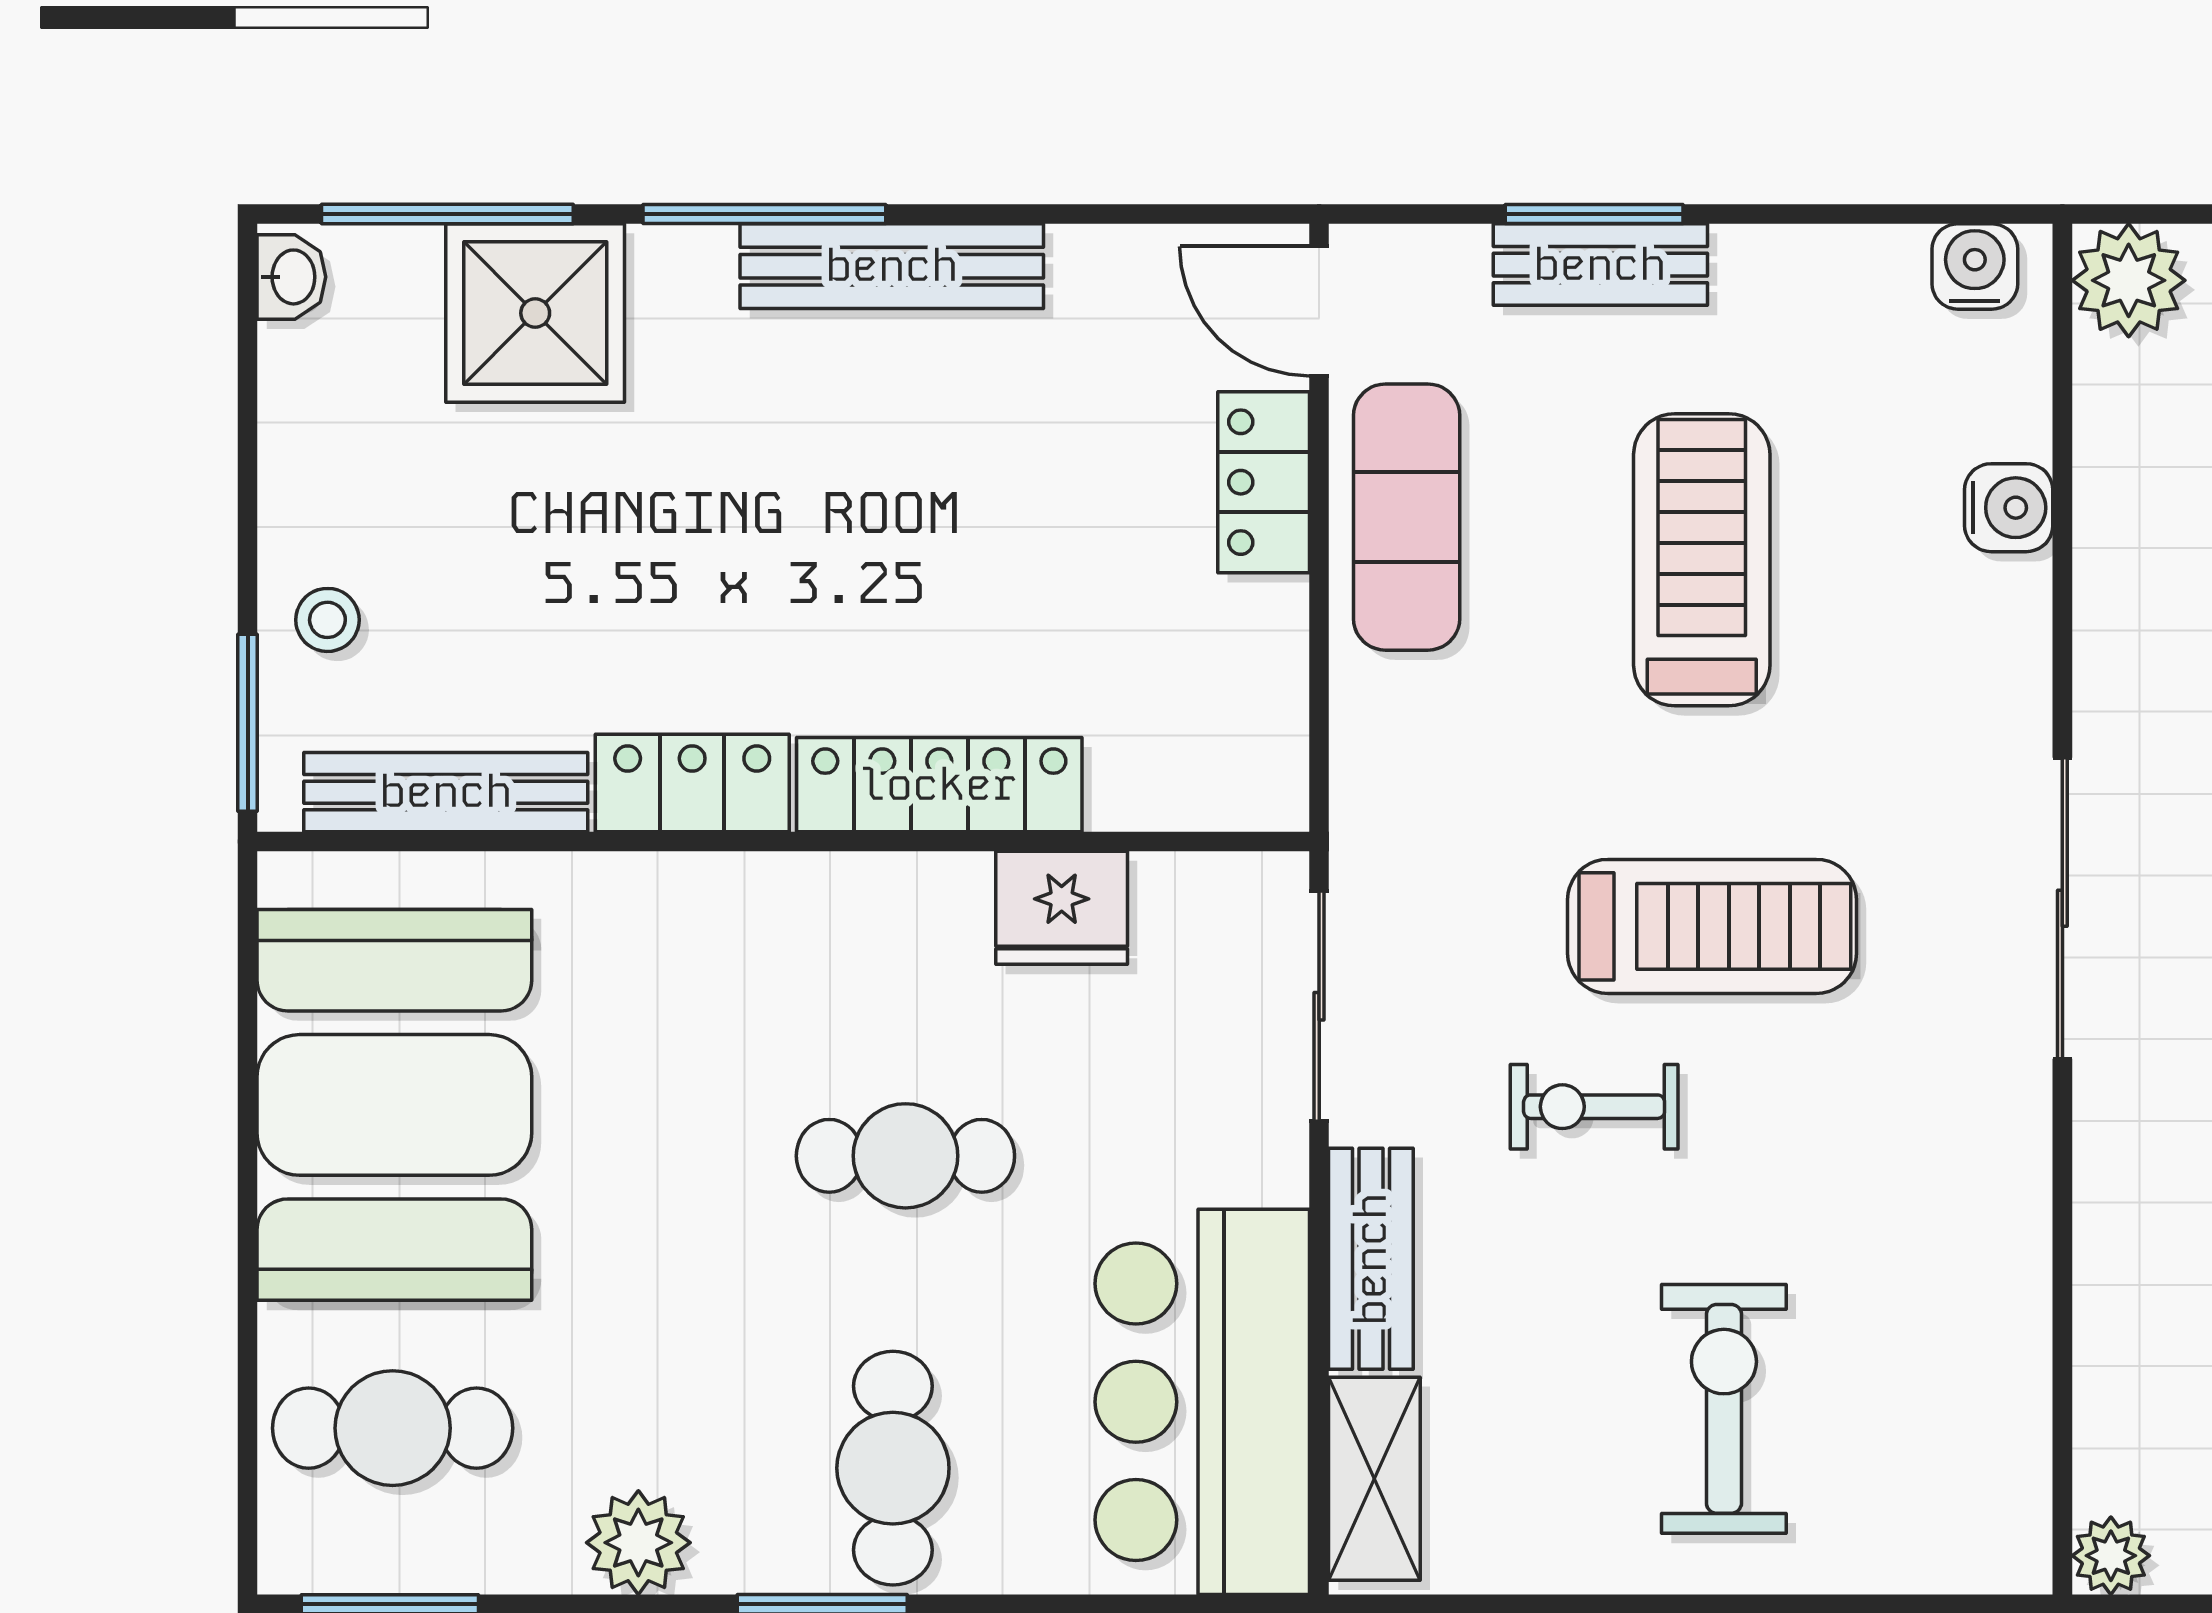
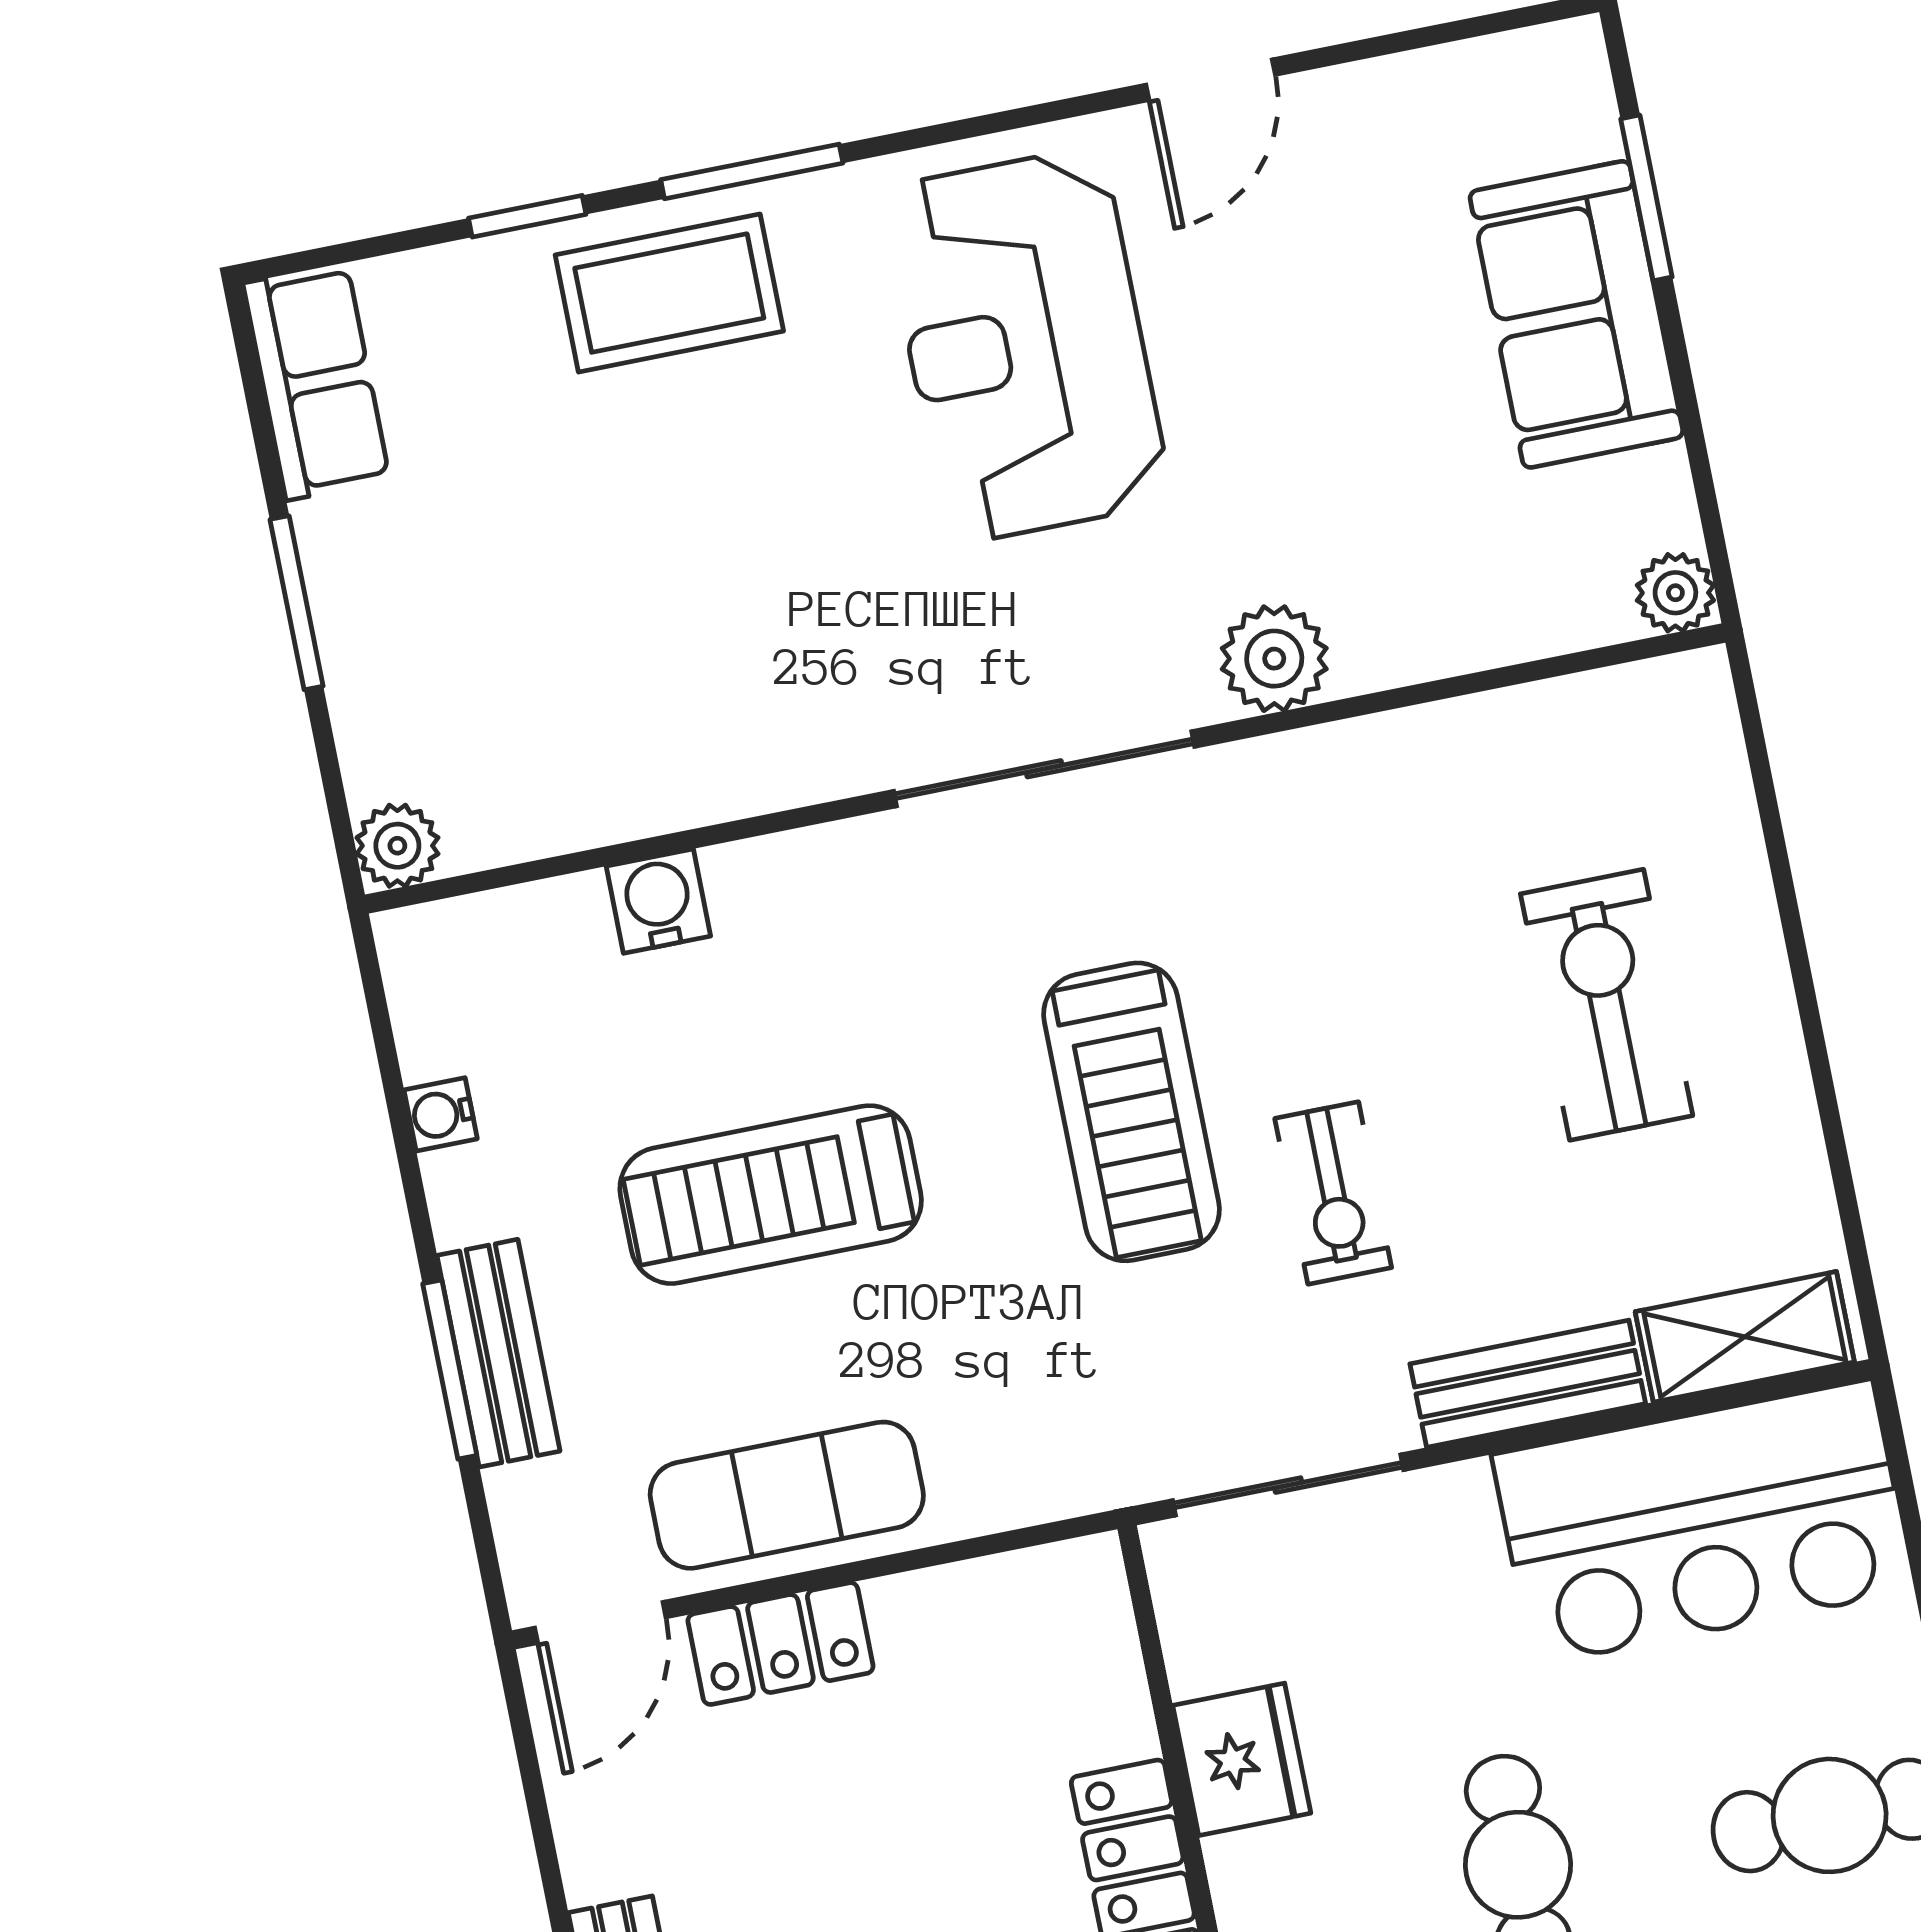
water cooler: (1975, 266) -> (441, 1114), moved, width x0.72, depth x0.72
plant: (2129, 280) -> (397, 846), width x0.73, depth x0.73
treadmill: (1712, 926) -> (1131, 1112), turned 180
plant: (2125, 1153) -> (1274, 659), added
exercise bike: (1724, 1409) -> (1607, 1005), turned 90

